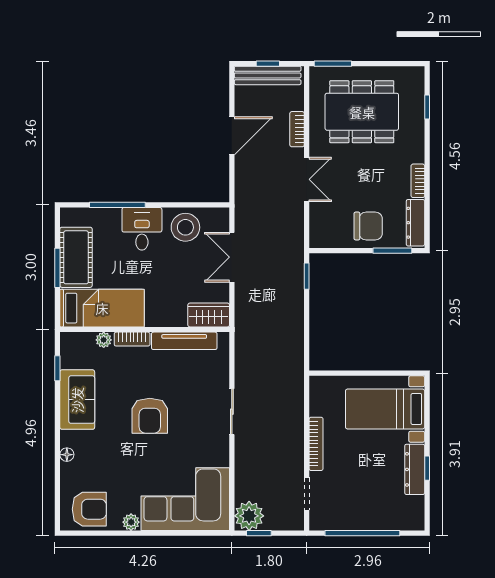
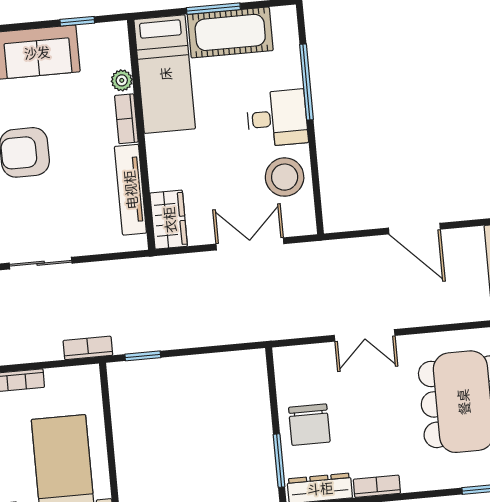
bookcase: (297, 129) -> (88, 348), moved
window: (307, 276) -> (143, 356), moved

